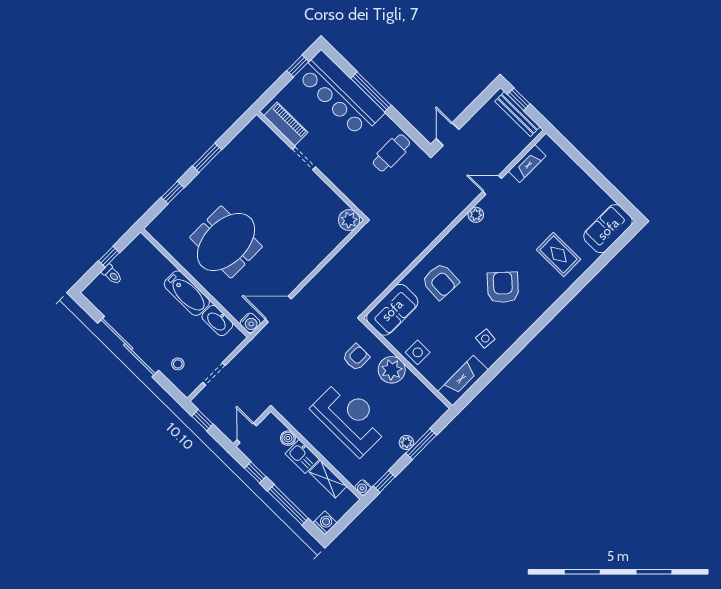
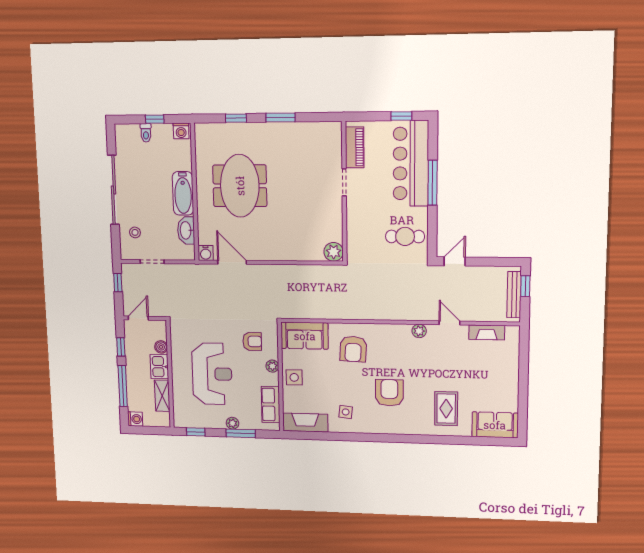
meeting table: (226, 242) -> (240, 186), turned 90
washing machine: (139, 245) -> (181, 131), added
armchair: (503, 287) -> (389, 393), turned -43
plant: (392, 370) -> (272, 366), width x0.53, depth x0.53
row of seats: (421, 395) -> (271, 405), added
water cooler: (363, 488) -> (179, 422), removed

